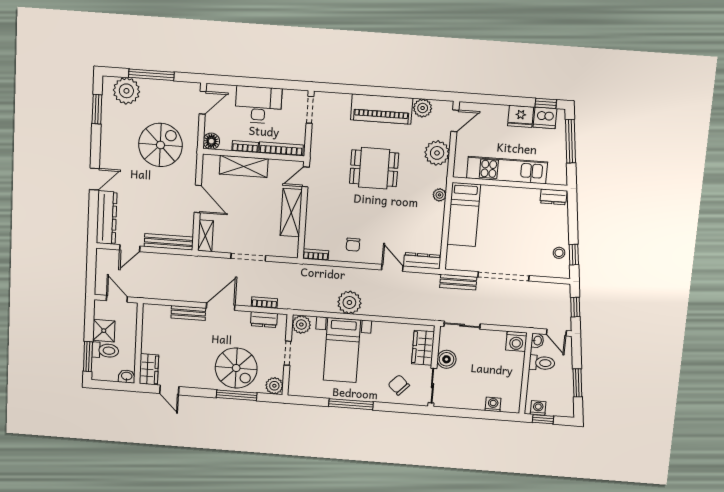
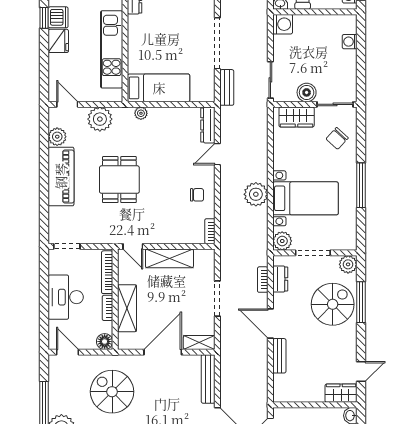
door: (198, 199) -> (163, 352), width x1.36
doorway: (288, 353) -> (313, 253), width x1.38

